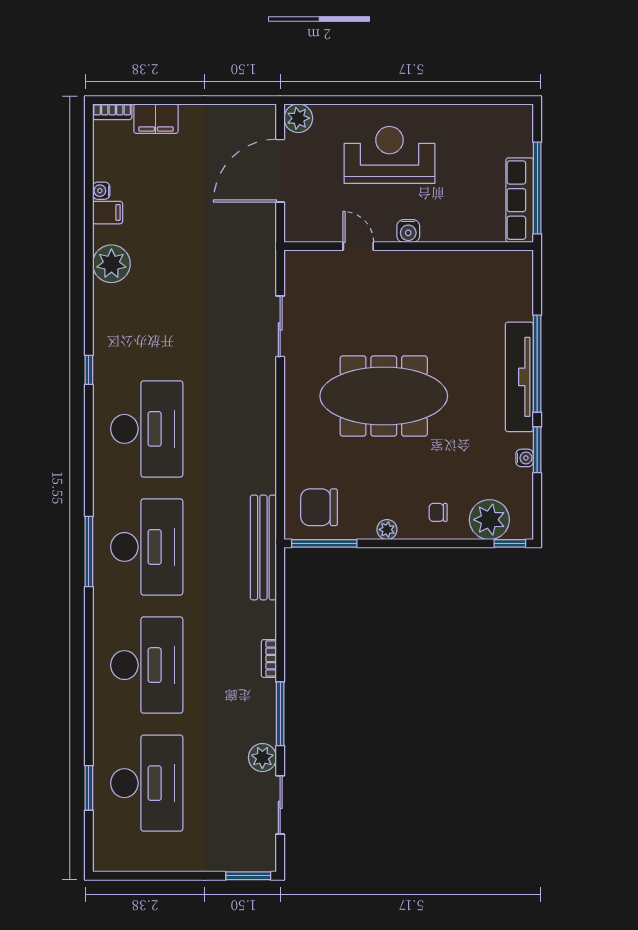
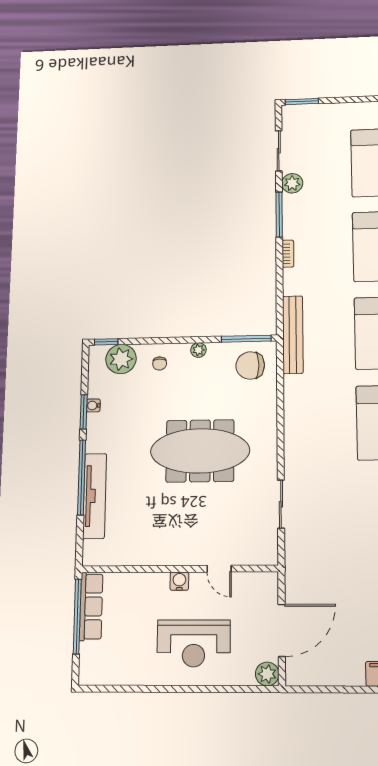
tv unit: (519, 377) -> (95, 496), moved
chair: (319, 507) -> (250, 365), turned 180
chair: (438, 512) -> (160, 364), turned 90

